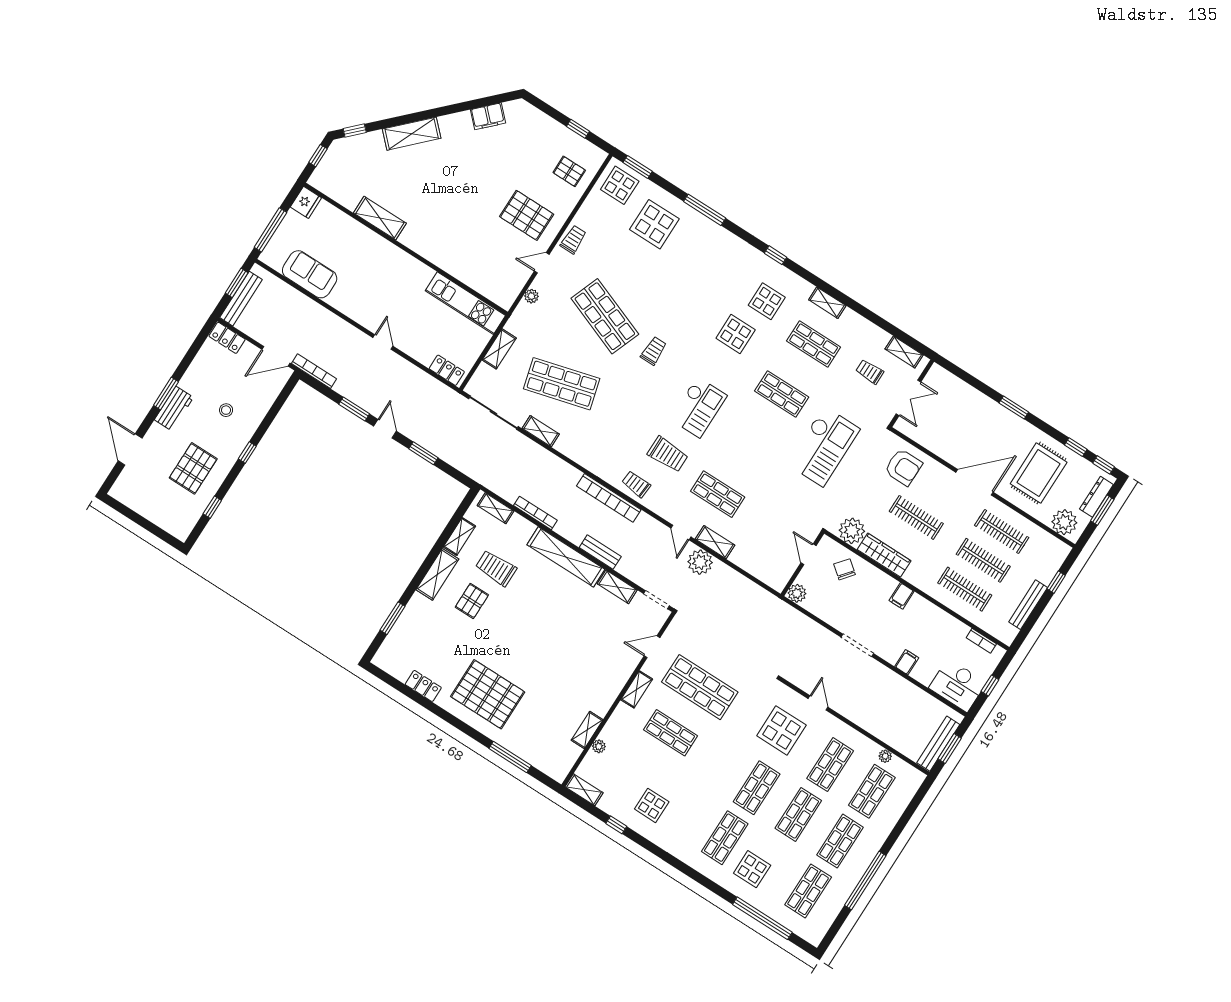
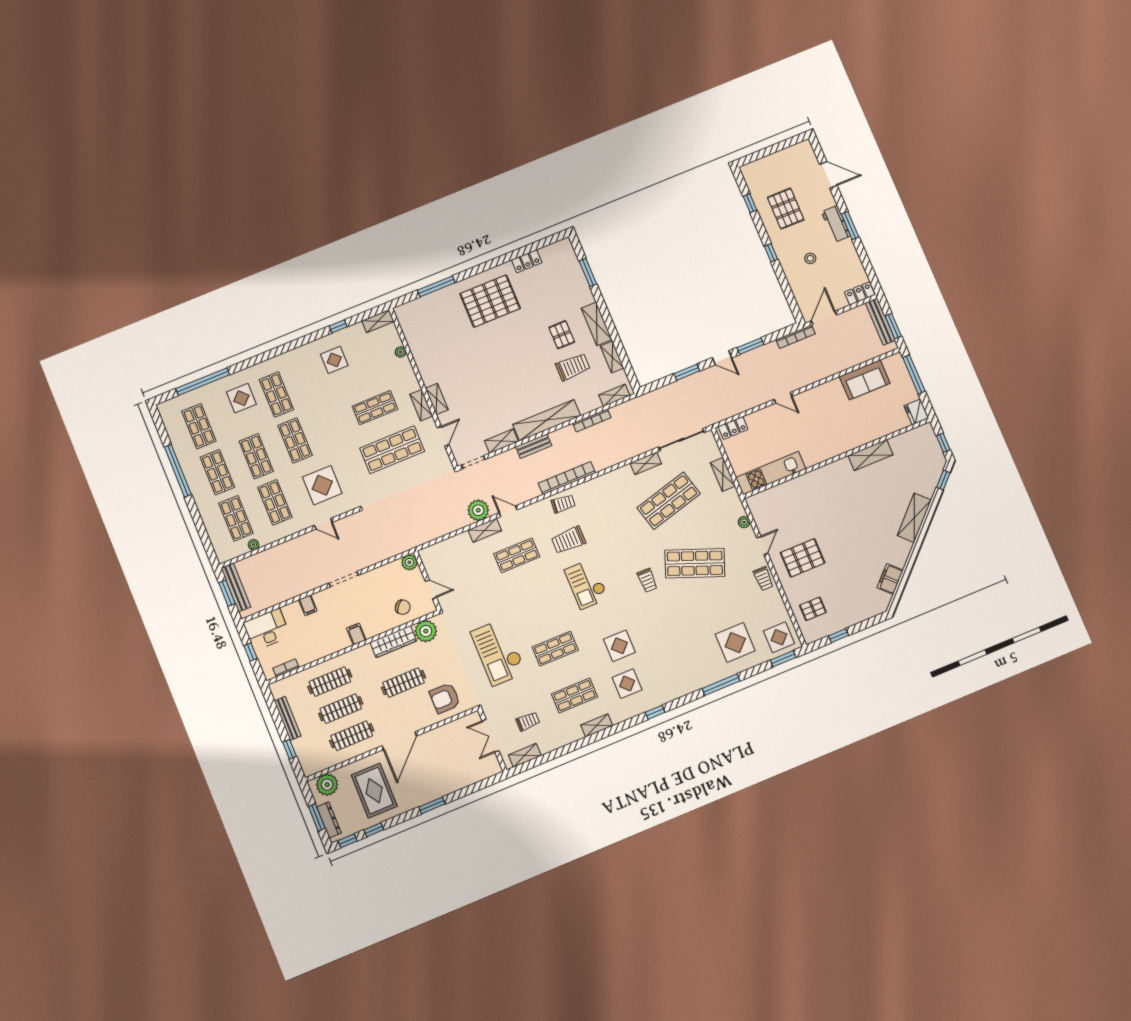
shelving: (587, 730) -> (437, 399), moved

